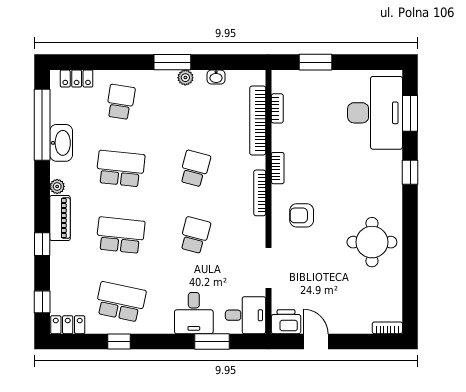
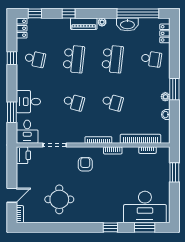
round table: (372, 242) -> (59, 199), moved
school desk: (121, 302) -> (35, 59), width x0.54
door: (316, 341) -> (12, 195), moved

